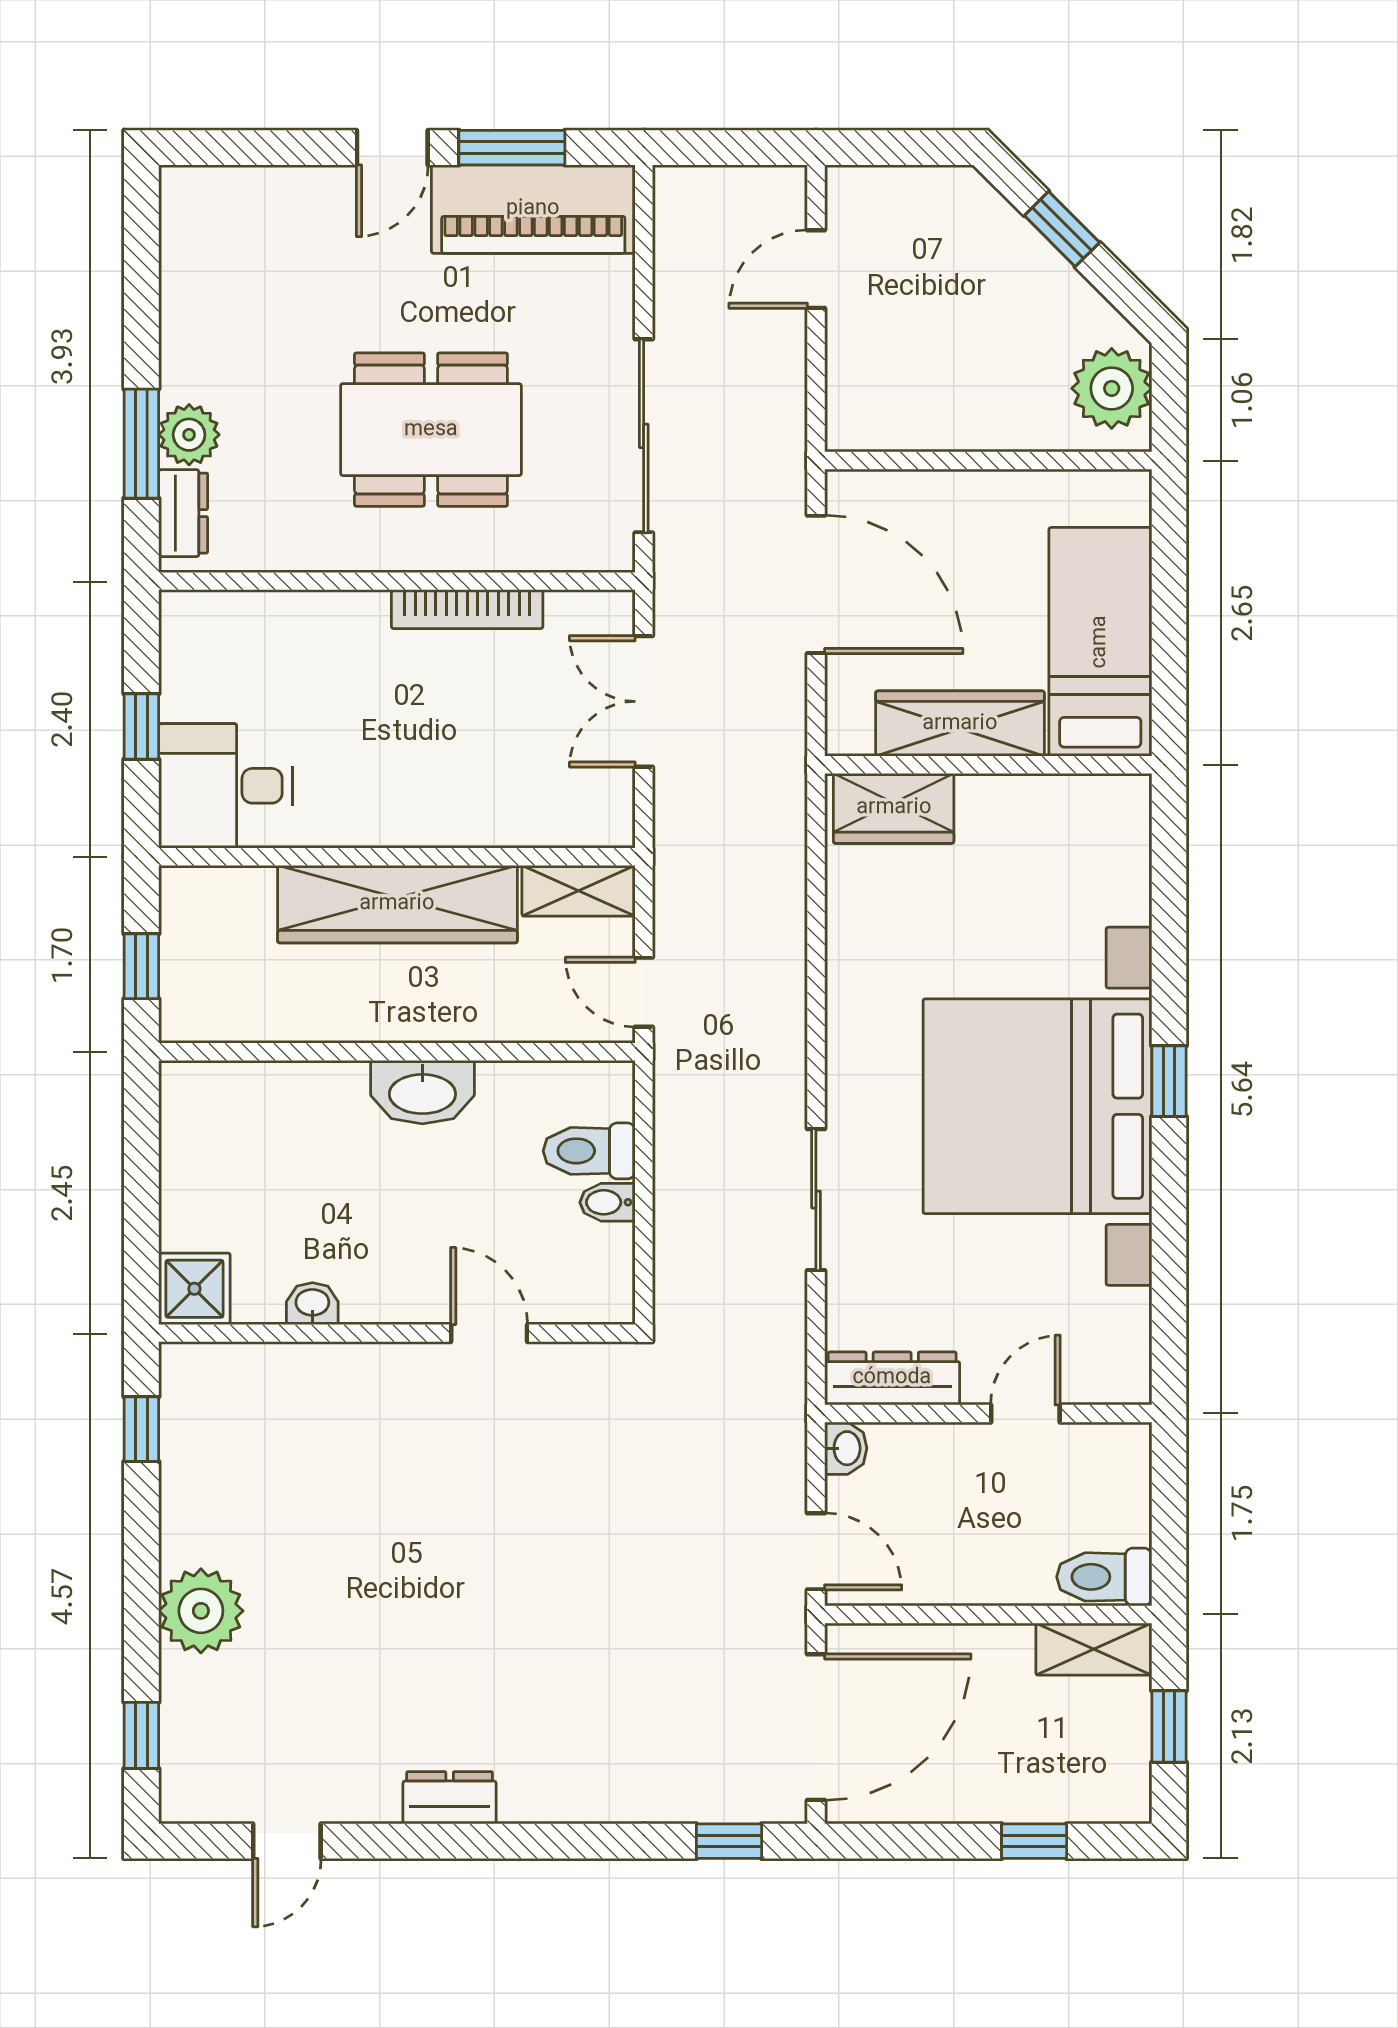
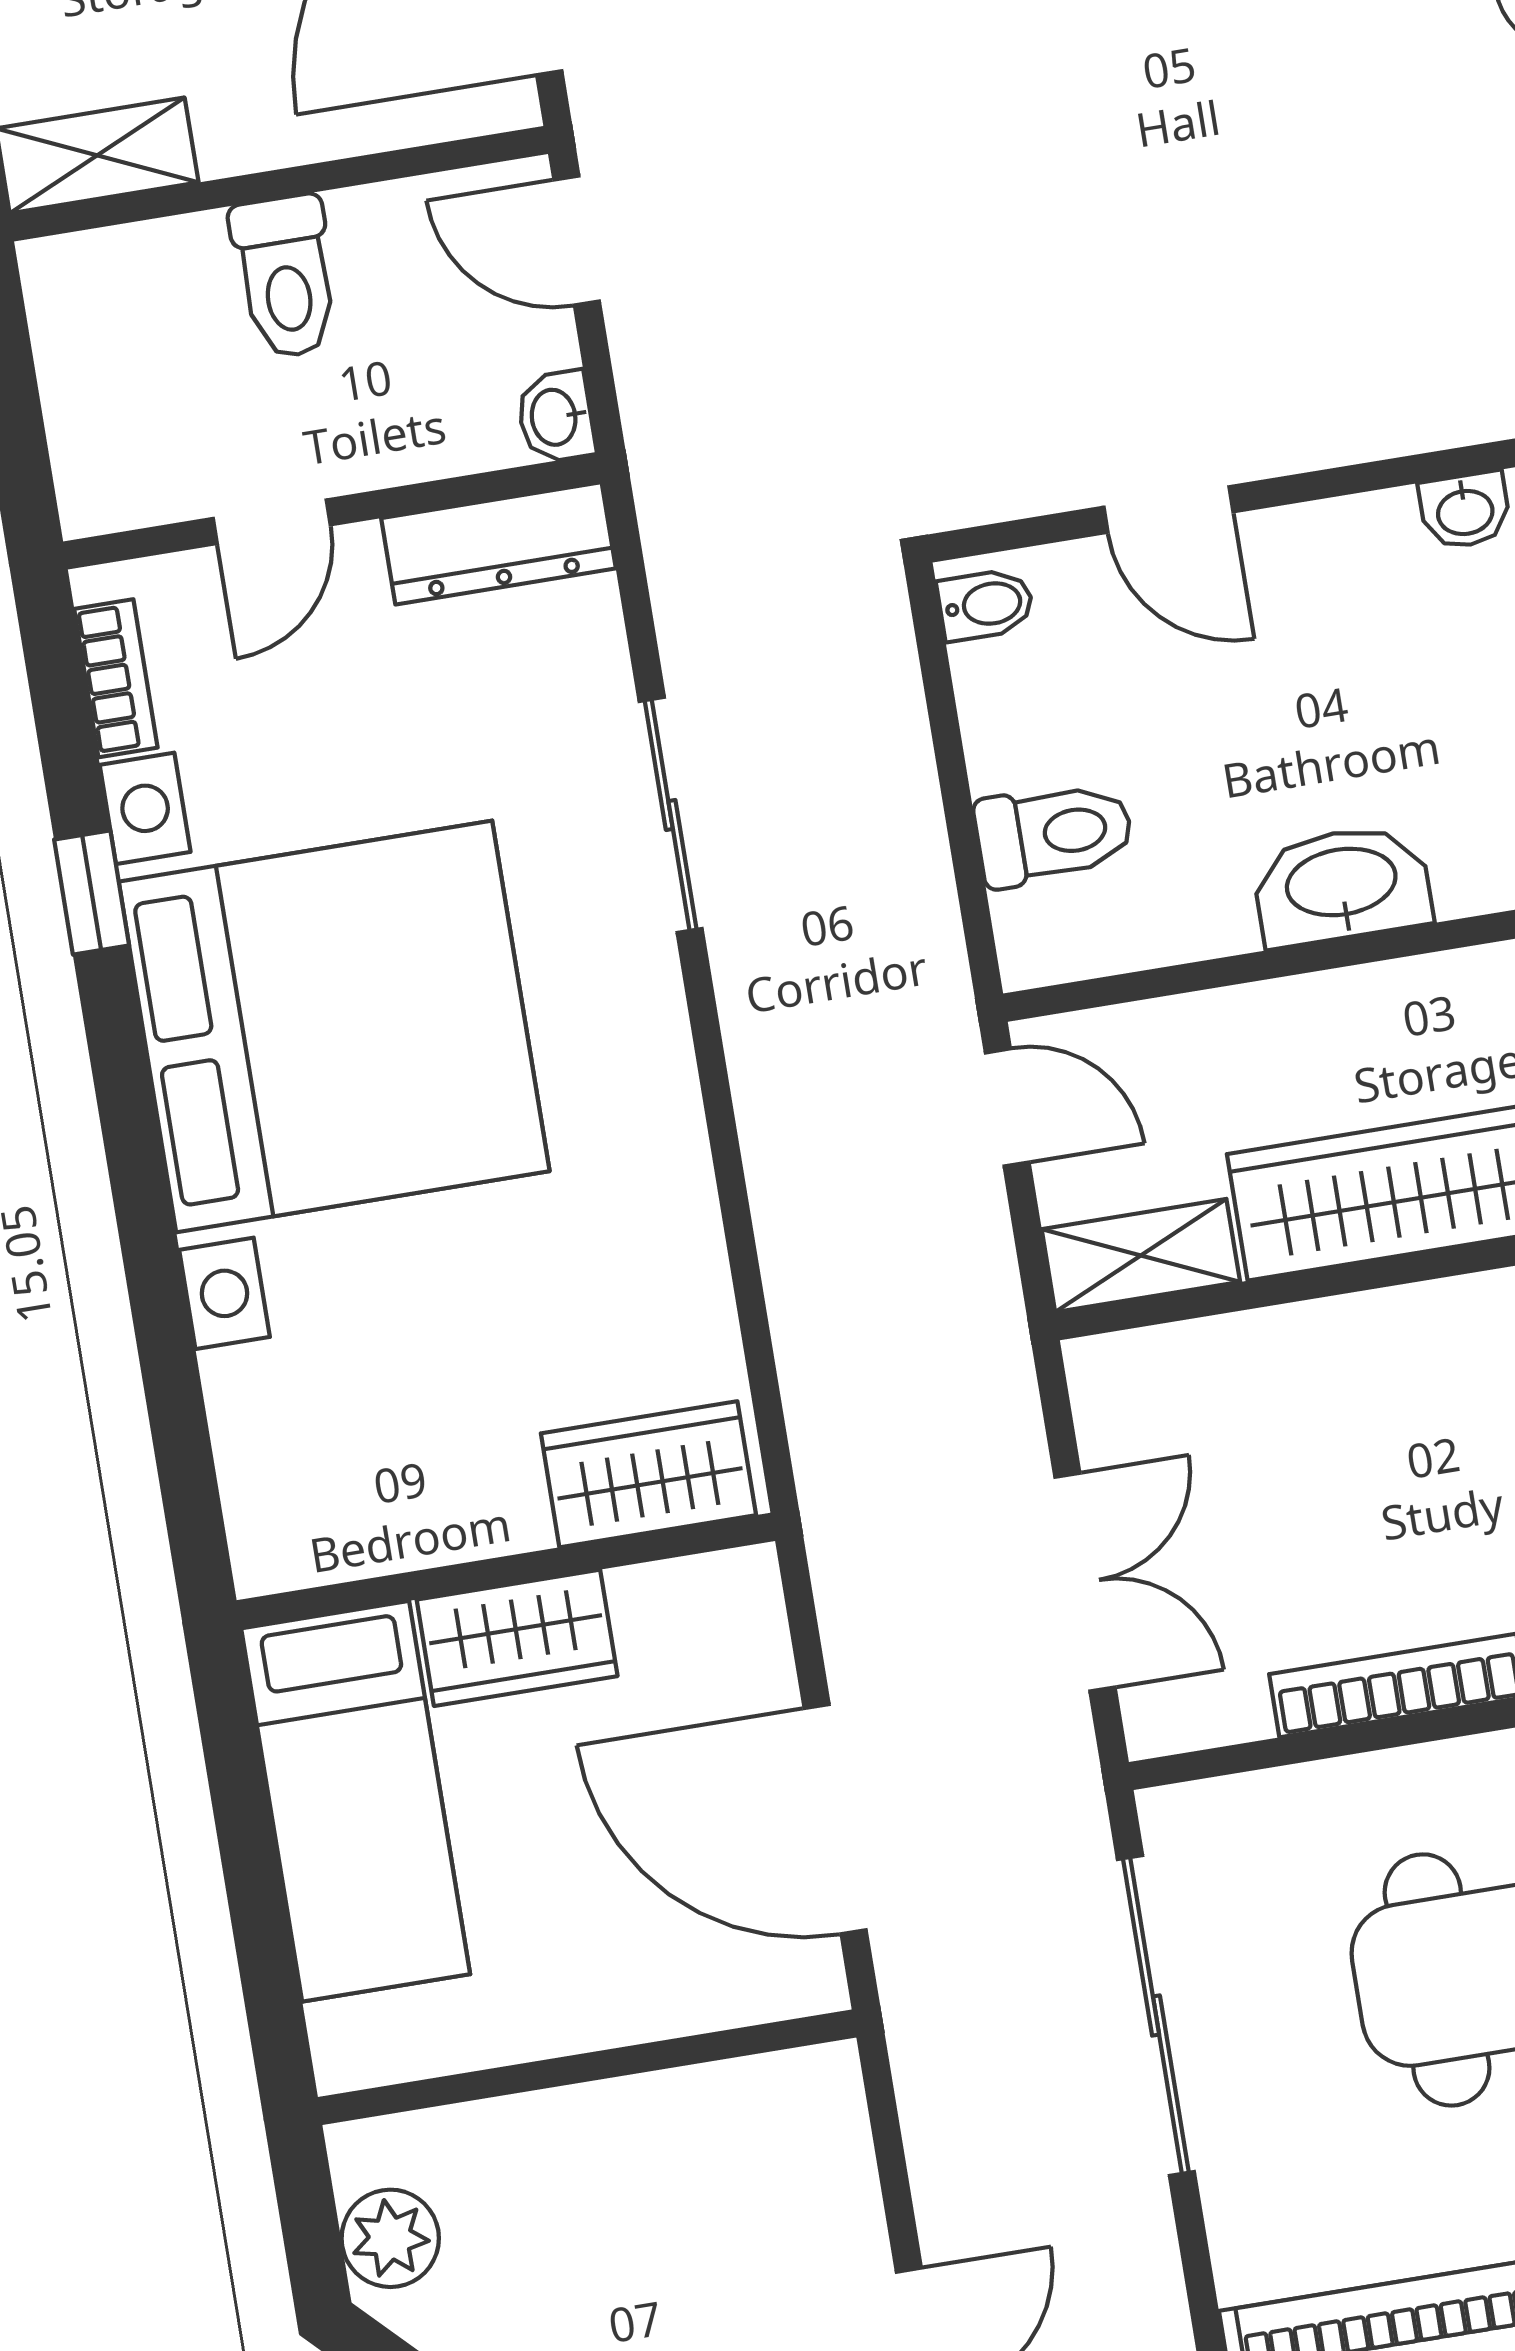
plant: (1112, 388) -> (390, 2238), width x0.73, depth x0.73
wardrobe: (960, 724) -> (517, 1638), width x0.67
window: (1169, 1081) -> (92, 893), moved
bidet: (607, 1202) -> (986, 605), moved
bookcase: (1134, 1335) -> (116, 678), added
toilet: (1104, 1577) -> (286, 277), moved, turned 90

